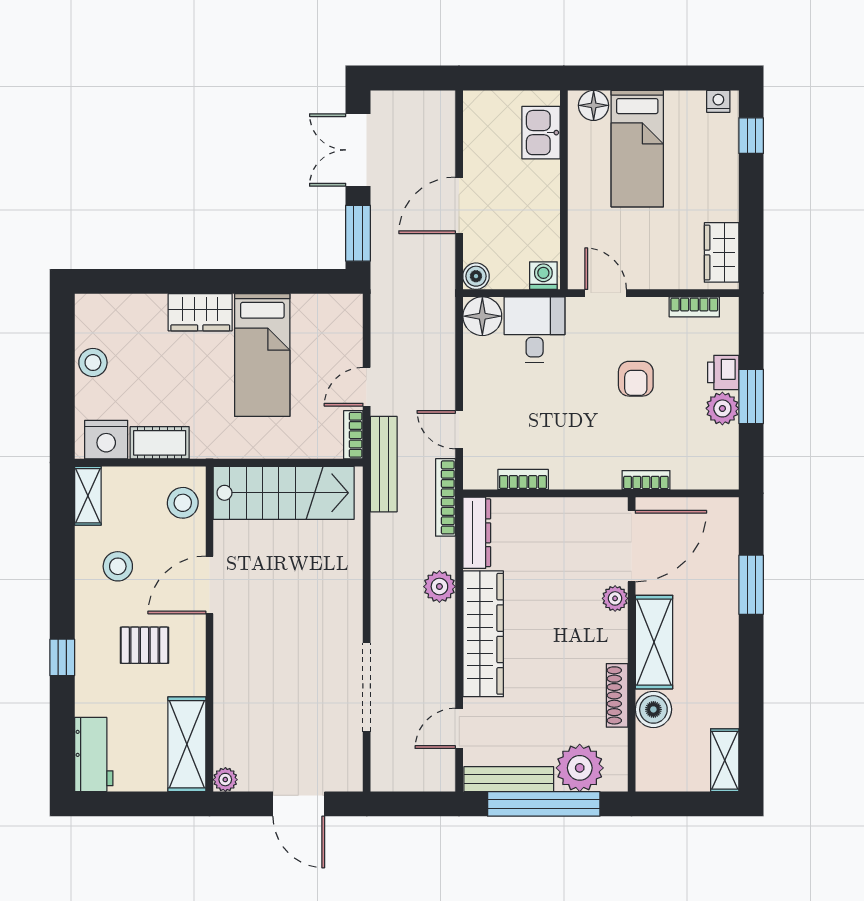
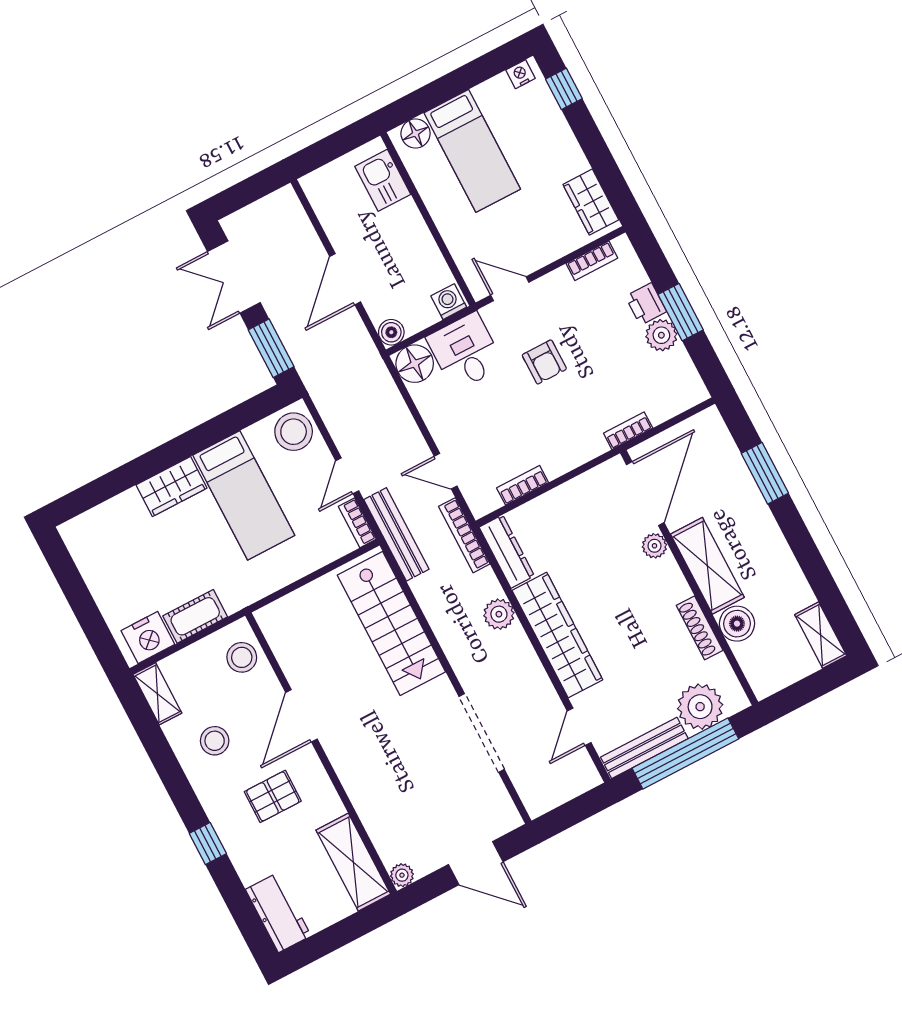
stool: (93, 363) -> (294, 432), moved, width x1.38, depth x1.38
armchair: (636, 379) -> (544, 362), moved
stairs: (284, 493) -> (391, 623), moved, turned 90

